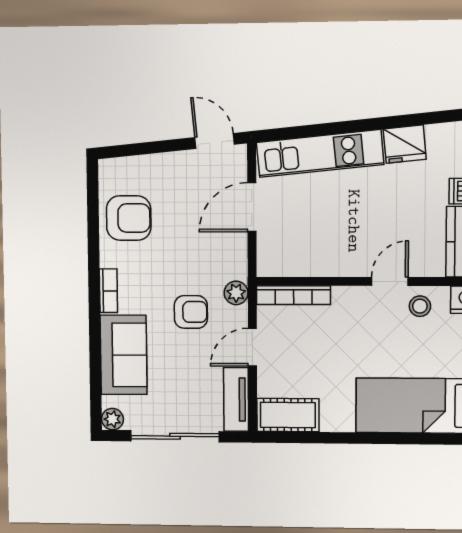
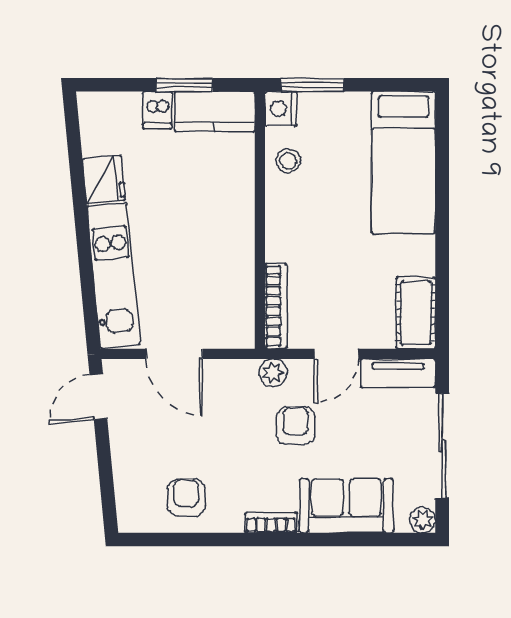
armchair: (129, 218) -> (186, 498), width x0.72, depth x0.72
door: (390, 281) -> (260, 195), removed
door: (252, 347) -> (337, 354), hinge flipped

